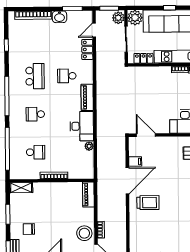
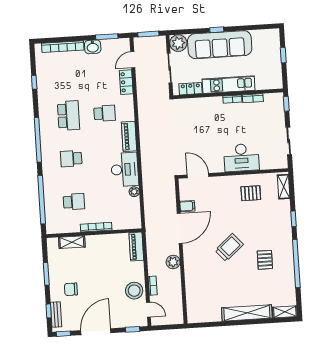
plant: (118, 18) -> (173, 262), moved
school desk: (67, 76) -> (105, 113), turned 180
shelving: (21, 188) -> (72, 242), moved
trolley: (148, 203) -> (229, 247), moved, turned -41

